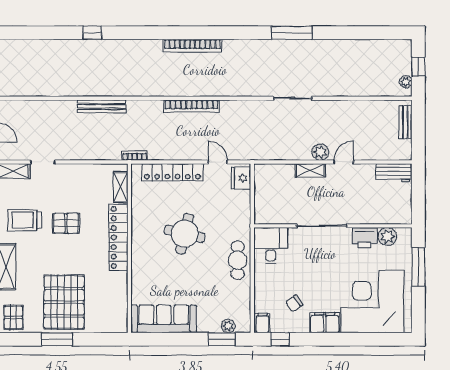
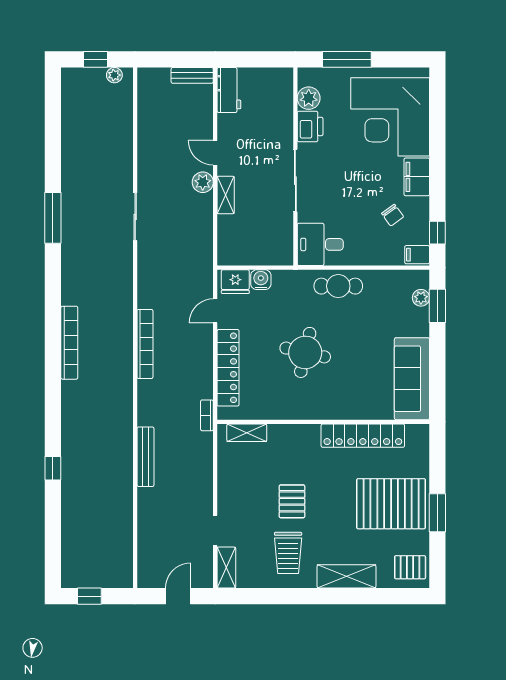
bench: (406, 122) -> (192, 75), moved
water cooler: (243, 198) -> (261, 280), added
locker: (118, 237) -> (363, 436), moved

